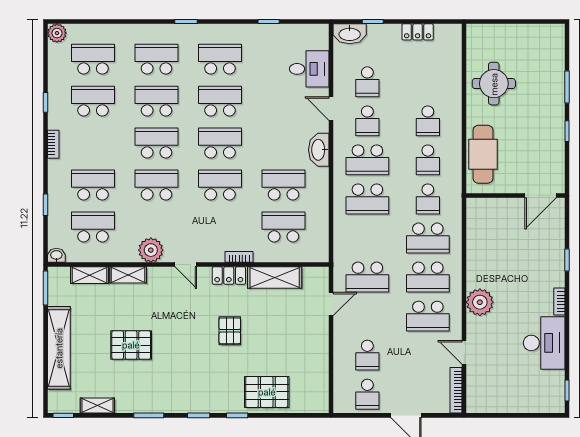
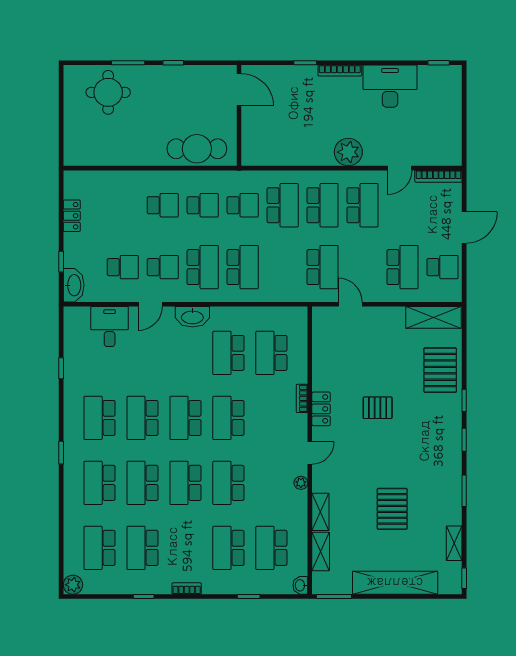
round table: (494, 84) -> (108, 92), moved
plant: (151, 250) -> (301, 483), width x0.53, depth x0.53
shelving: (275, 278) -> (434, 317), moved, turned 90
bookcase: (559, 302) -> (340, 71), width x1.56
school desk: (367, 355) -> (402, 267), width x1.85

